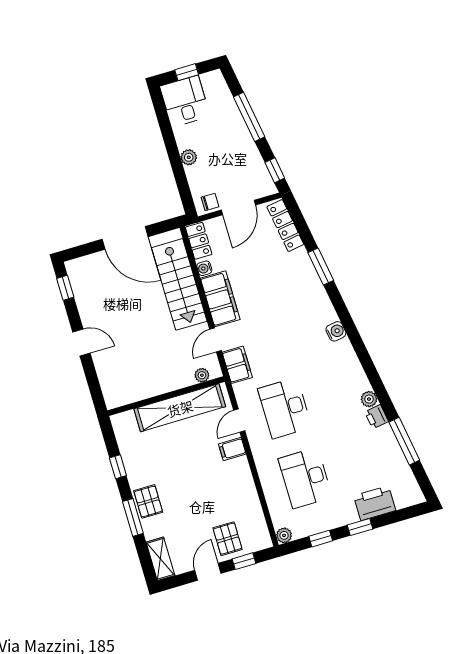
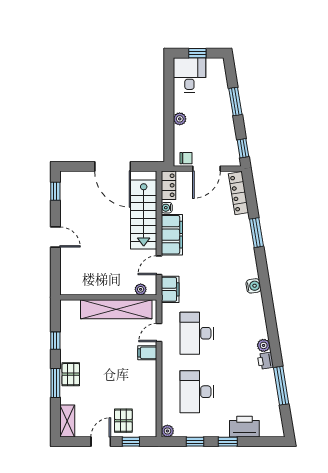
window: (249, 117) -> (235, 101), width x0.69

